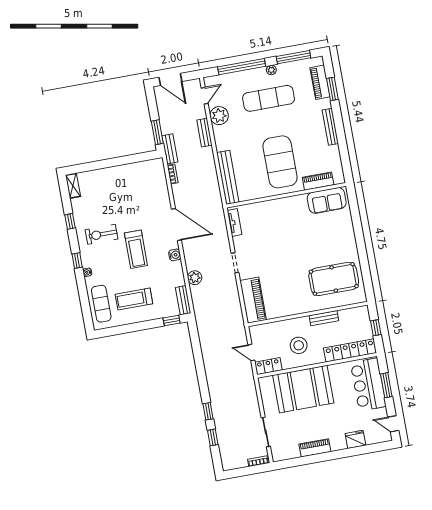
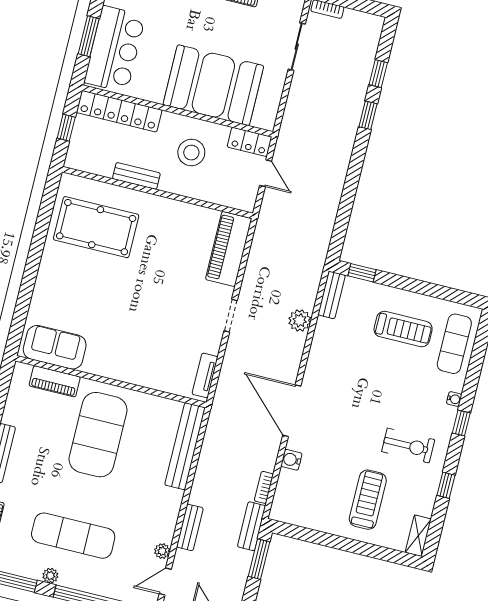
plant: (219, 116) -> (162, 551), width x0.53, depth x0.53
treadmill: (136, 249) -> (368, 500), moved
water cooler: (175, 255) -> (291, 460), moved

